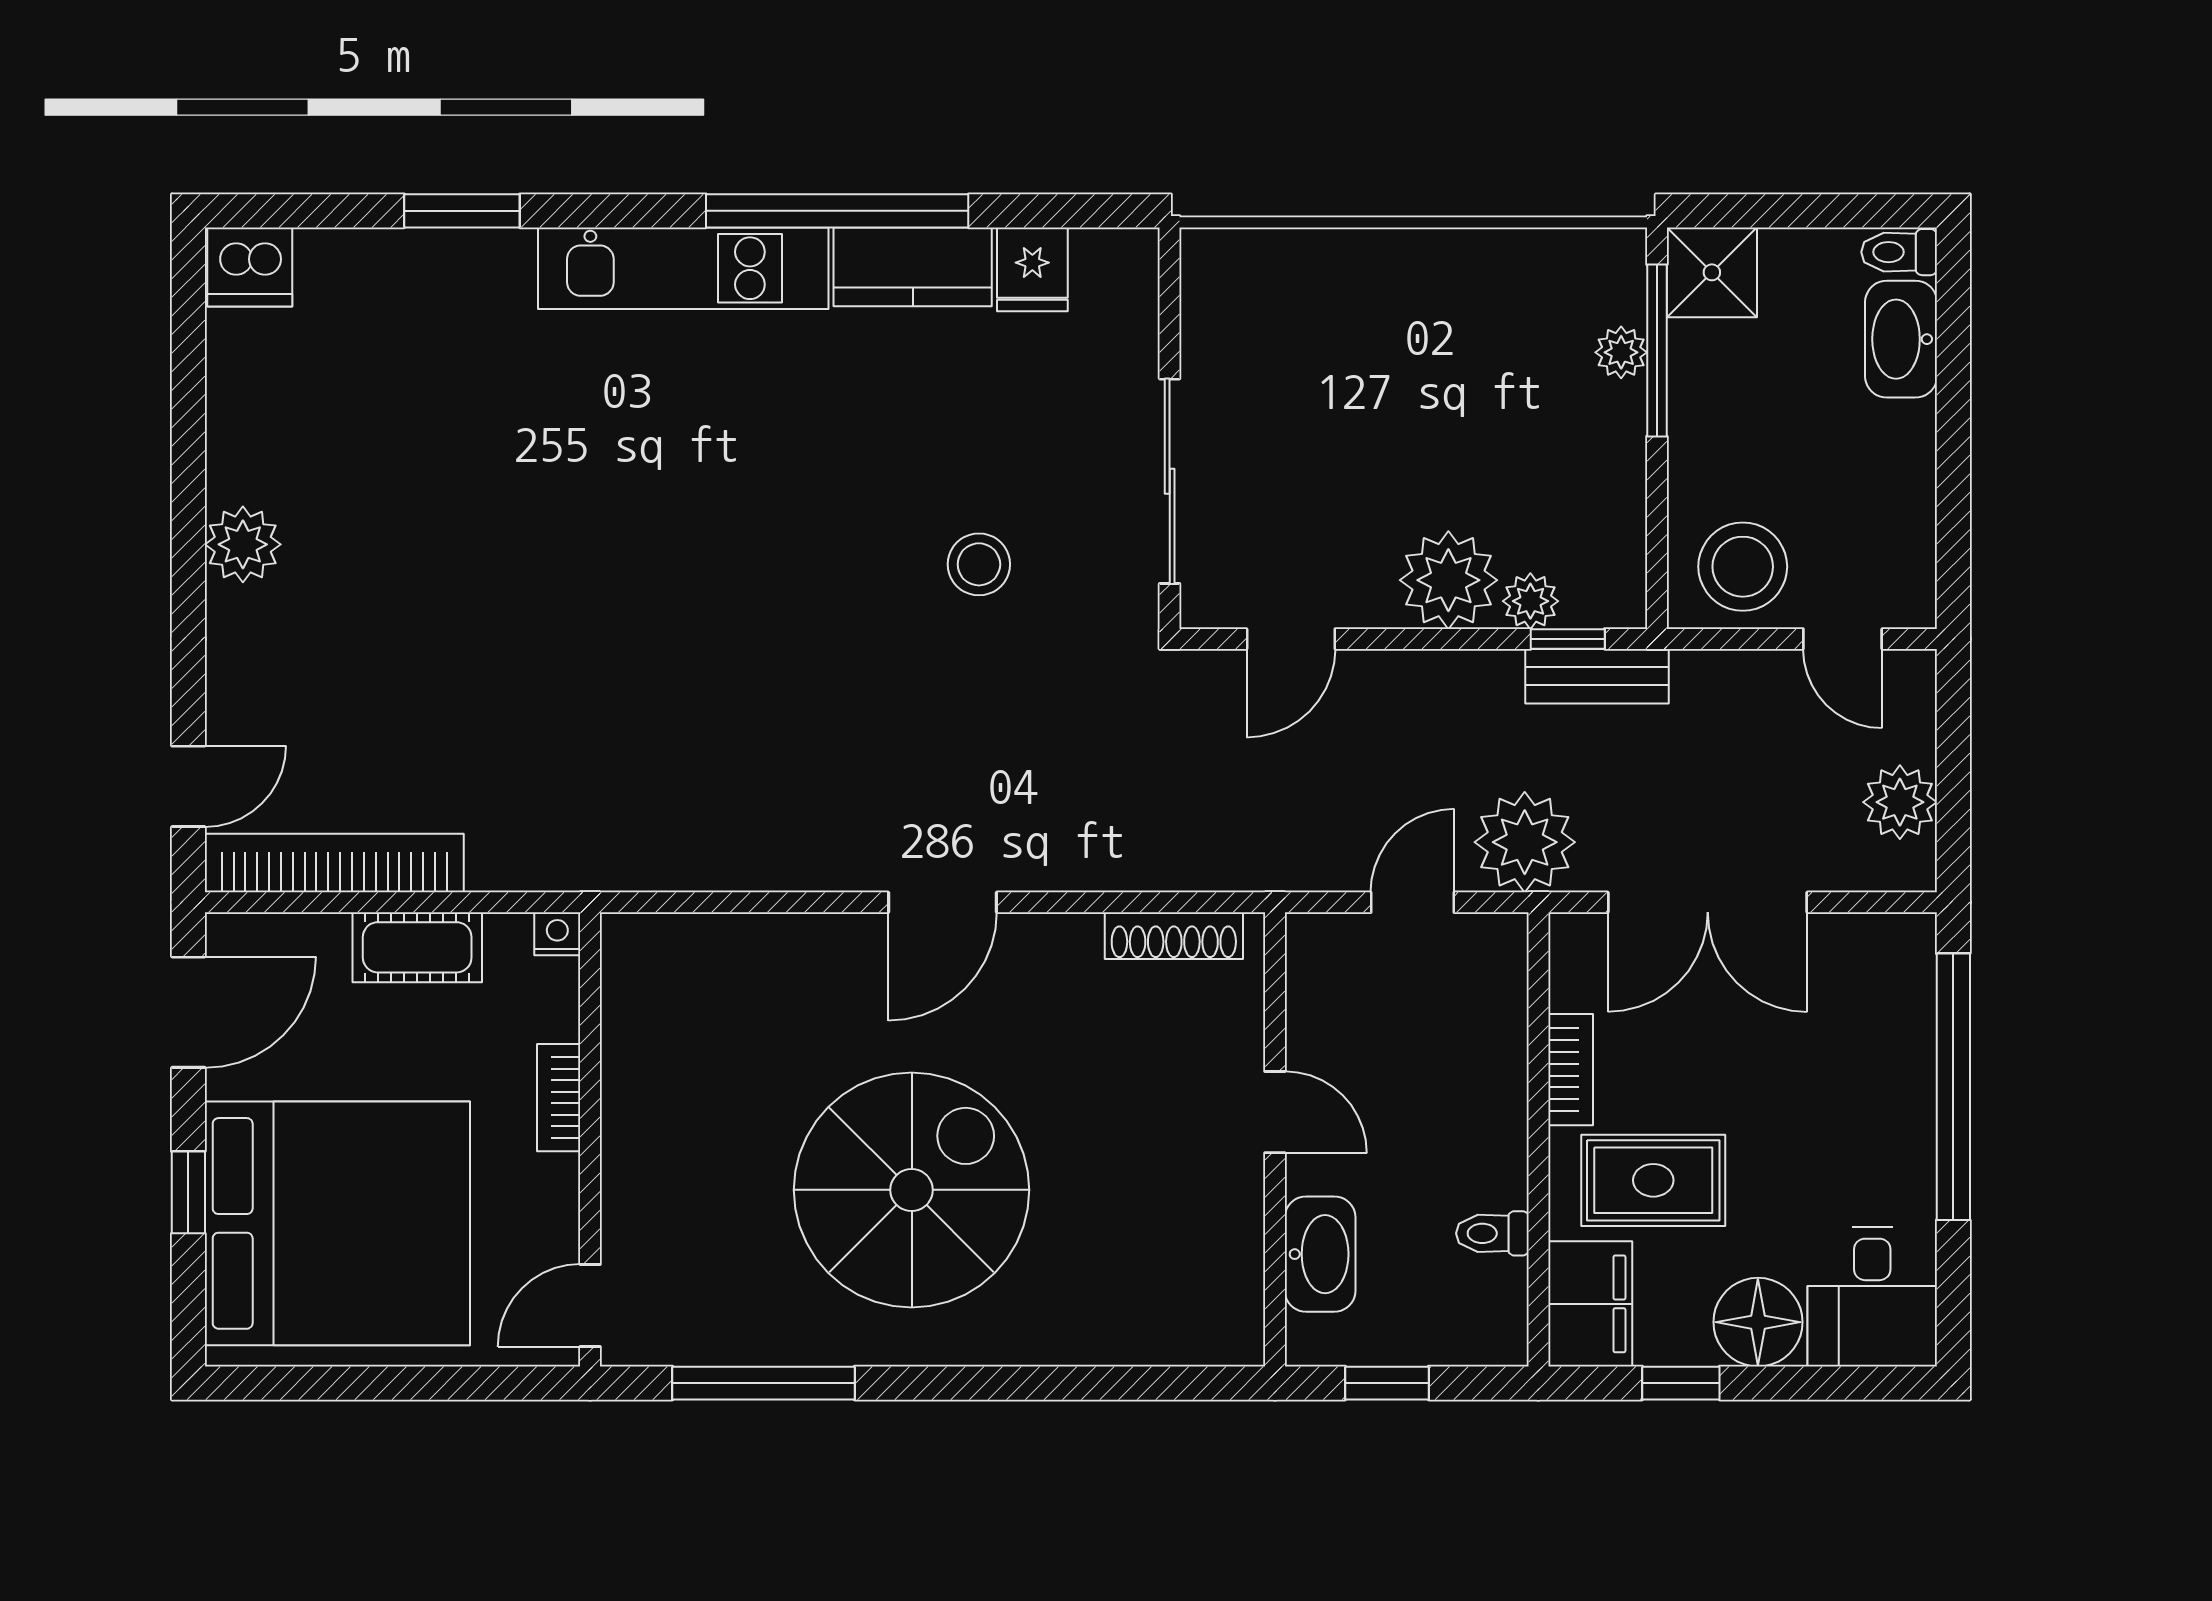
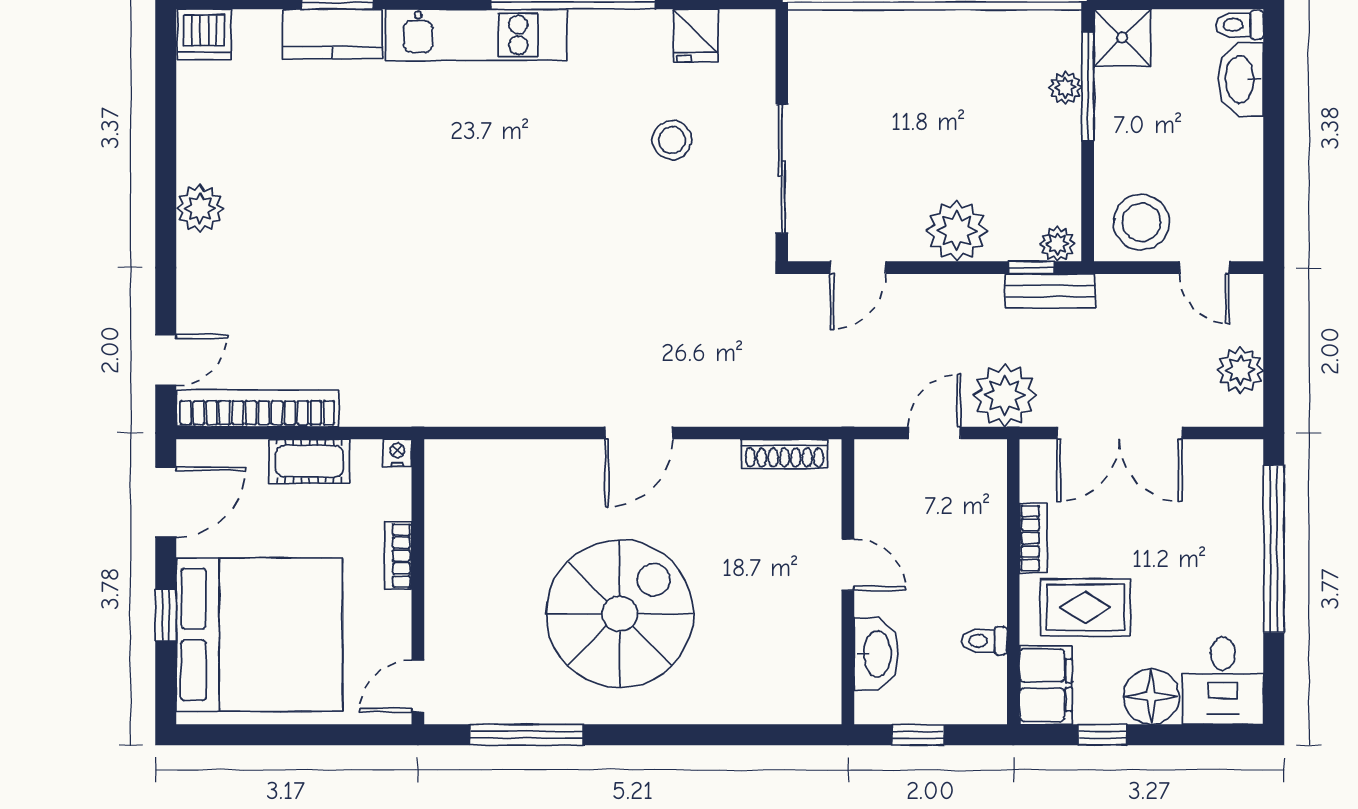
kitchen counter: (913, 267) -> (332, 34), moved
stool: (979, 564) -> (672, 140), moved
plant: (1530, 601) -> (1057, 244), moved

